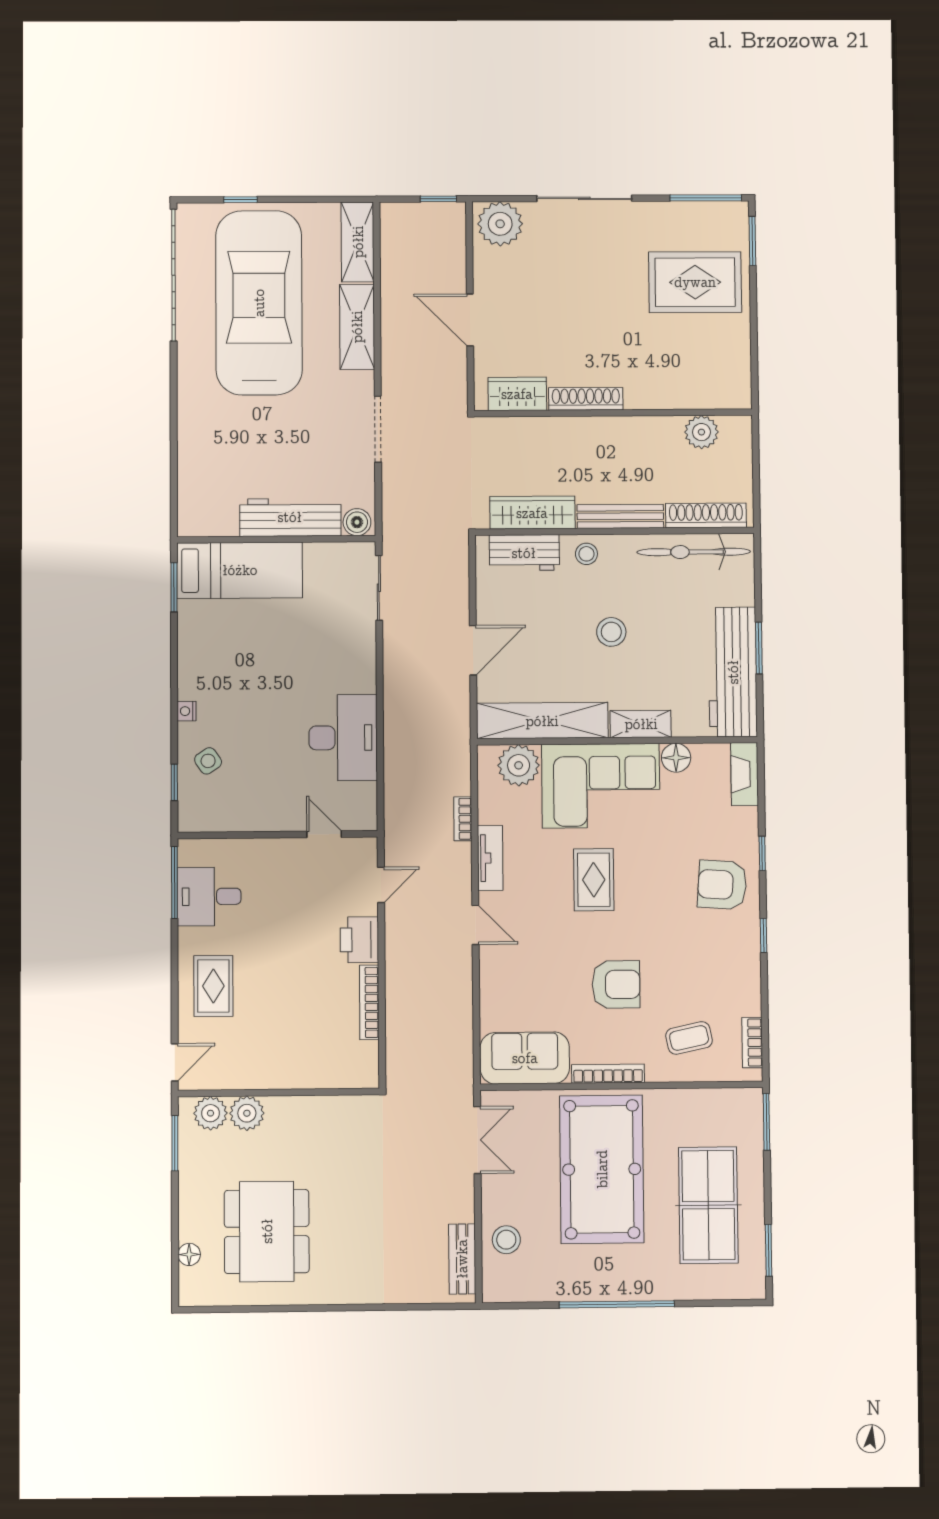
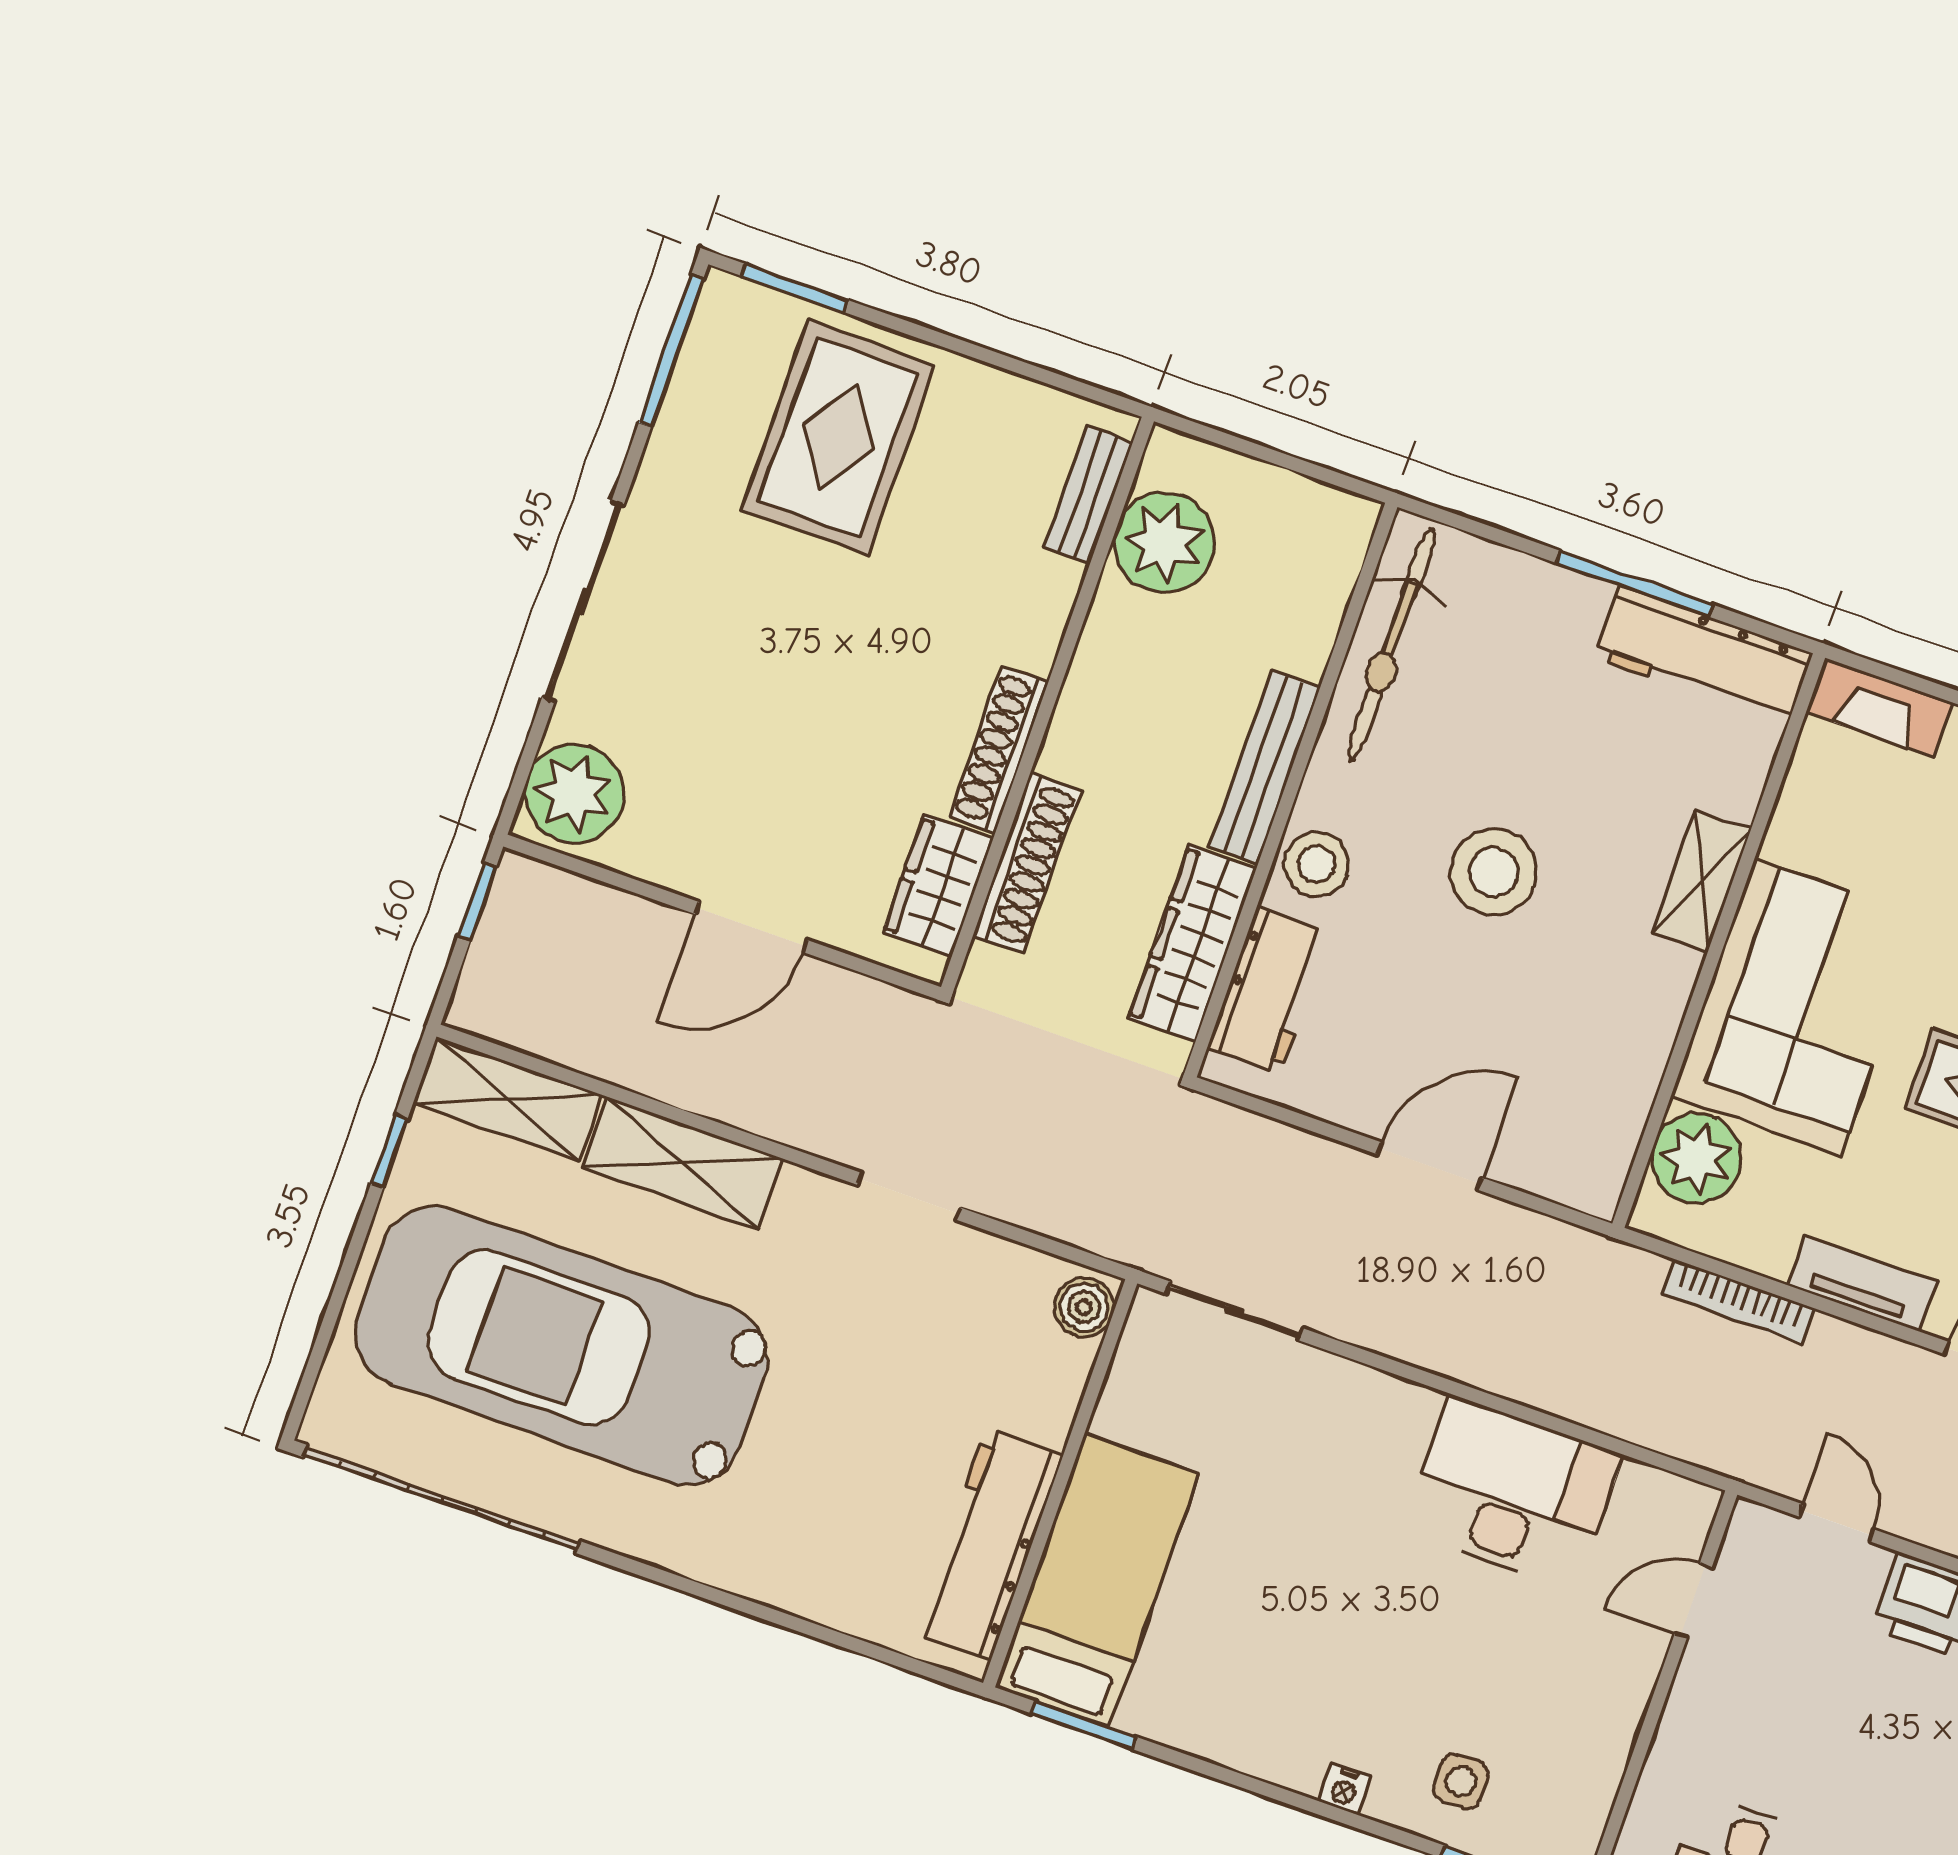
window: (241, 200) -> (389, 1151), moved
bench: (710, 398) -> (1088, 495), added
doorway: (378, 429) -> (909, 1196), width x0.73
plant: (701, 432) -> (1164, 543), width x1.36, depth x1.36
shoe rack: (706, 515) -> (1027, 863), moved, turned 180
workbench: (290, 517) -> (989, 1544), moved
stool: (586, 554) -> (1317, 864), width x1.37, depth x1.37
stool: (611, 632) -> (1494, 872), width x1.38, depth x1.38
window: (759, 648) -> (1635, 584), width x1.44
door: (473, 650) -> (1430, 1166), hinge flipped
workbench: (733, 672) -> (1703, 656), width x0.73, depth x0.76
shelving: (542, 721) -> (1623, 1077), removed
floor lamp: (676, 758) -> (1796, 834), removed
side table: (208, 761) -> (1461, 1781), turned 34
bookcase: (463, 819) -> (1738, 1301), width x1.56

